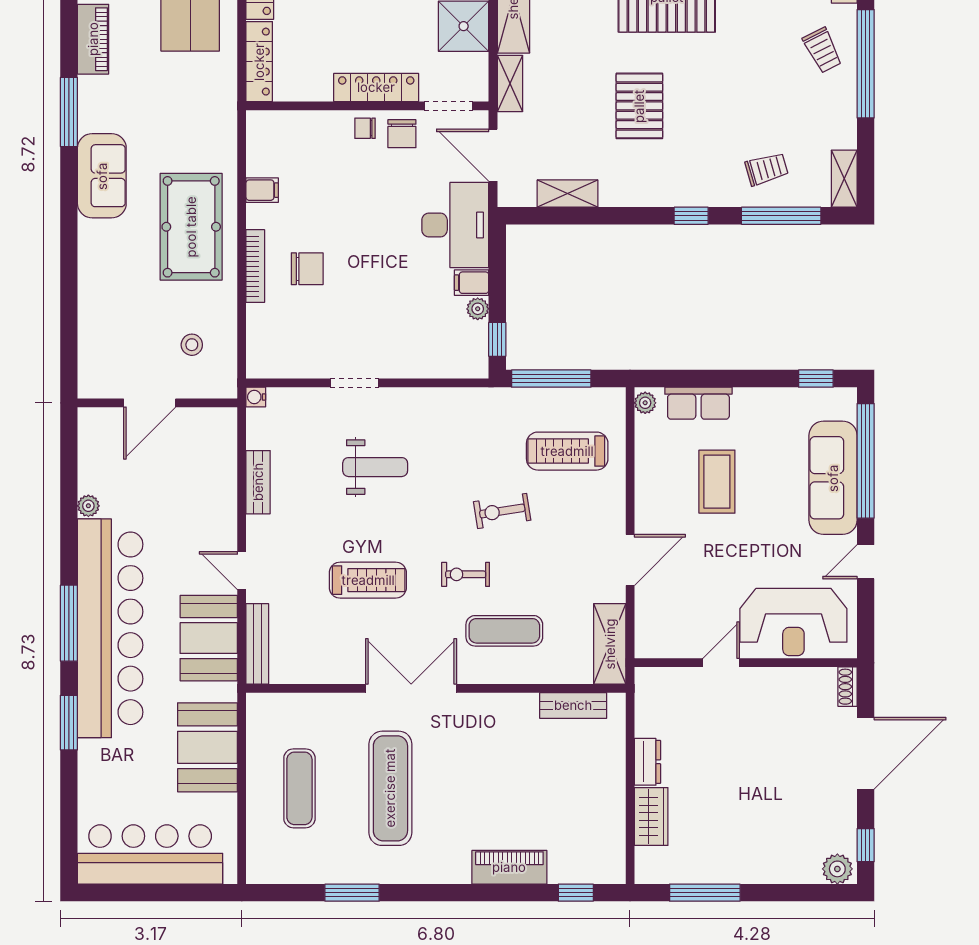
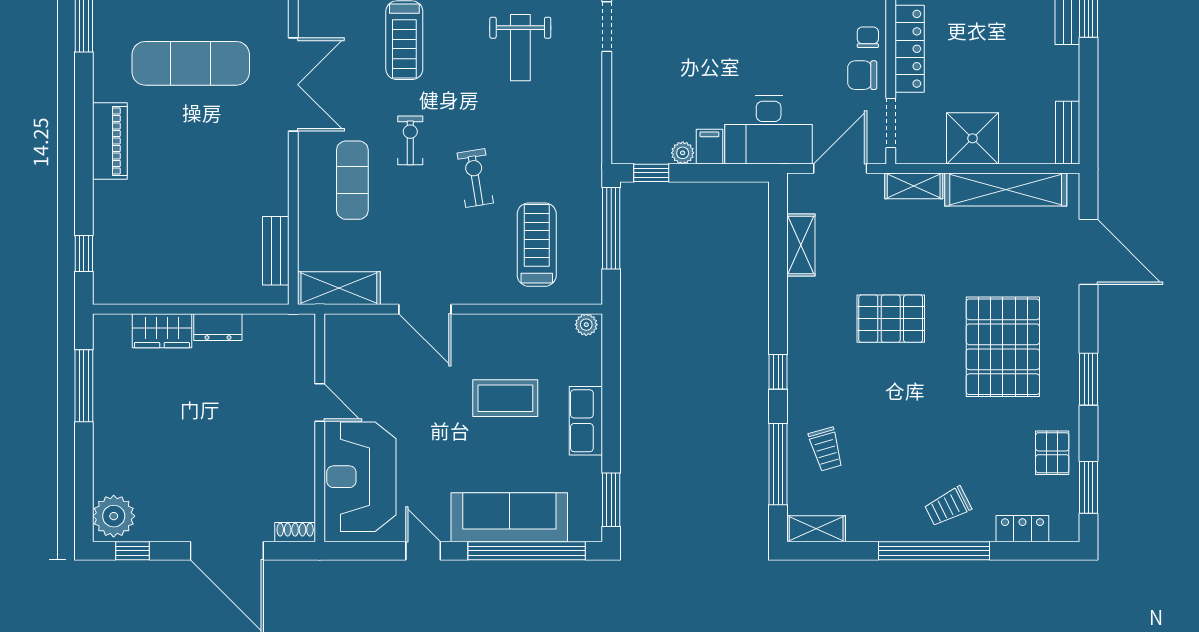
window: (816, 379) -> (611, 500), width x1.50
row of seats: (698, 403) -> (586, 421), moved
piano: (509, 867) -> (110, 141), moved
plant: (837, 869) -> (114, 516), width x1.36, depth x1.36

